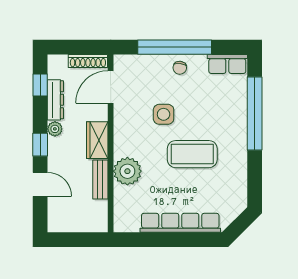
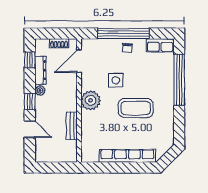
shoe rack: (88, 61) -> (59, 43), width x0.70
wardrobe: (97, 140) -> (70, 98), removed
plant: (127, 171) -> (91, 100), moved

